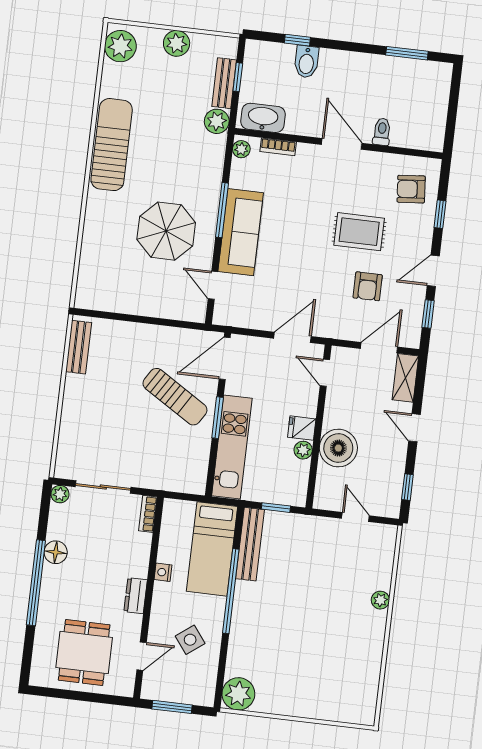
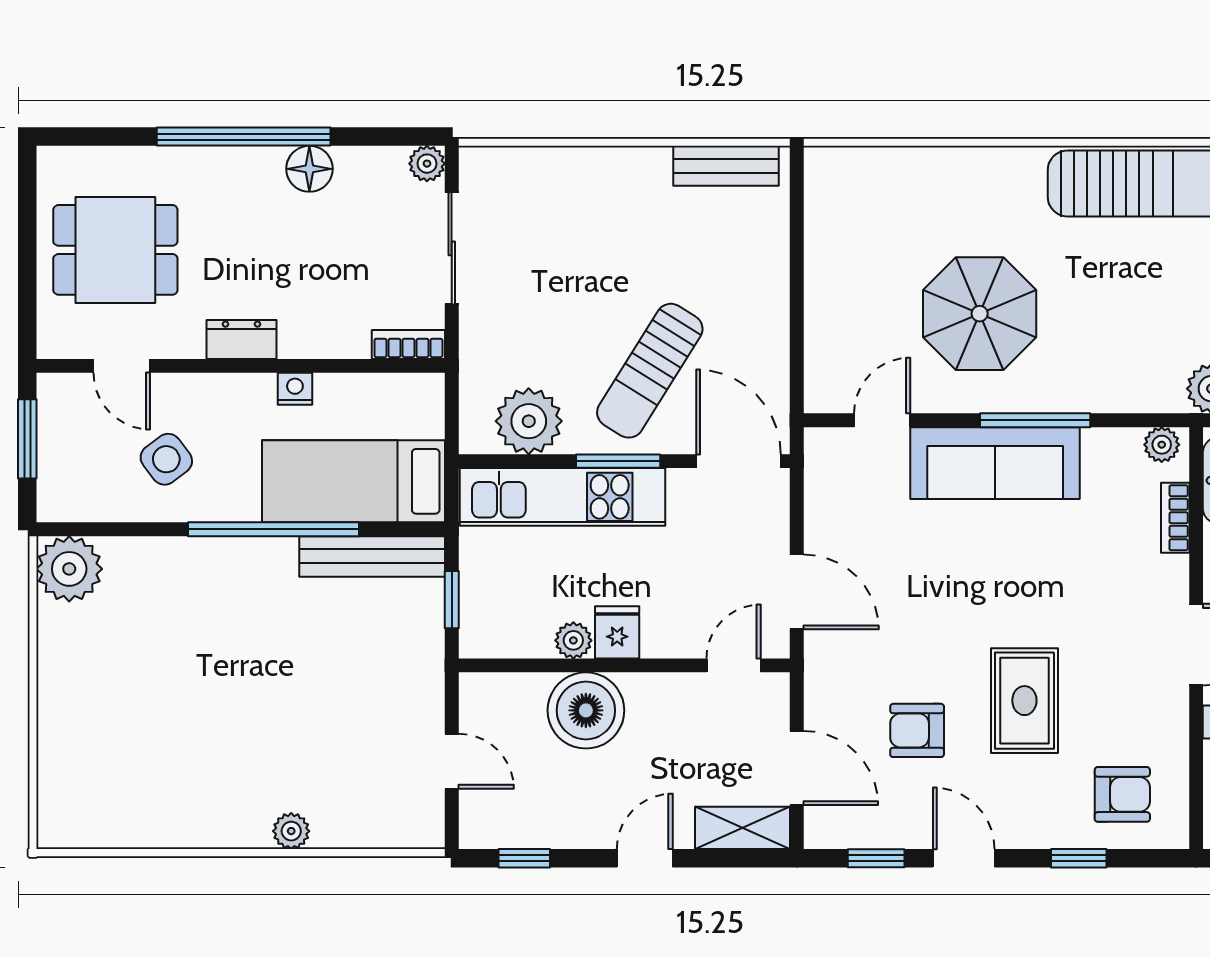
armchair: (411, 189) -> (1122, 794), turned 95
plant: (193, 459) -> (529, 421), added
door: (355, 517) -> (452, 761), hinge flipped

